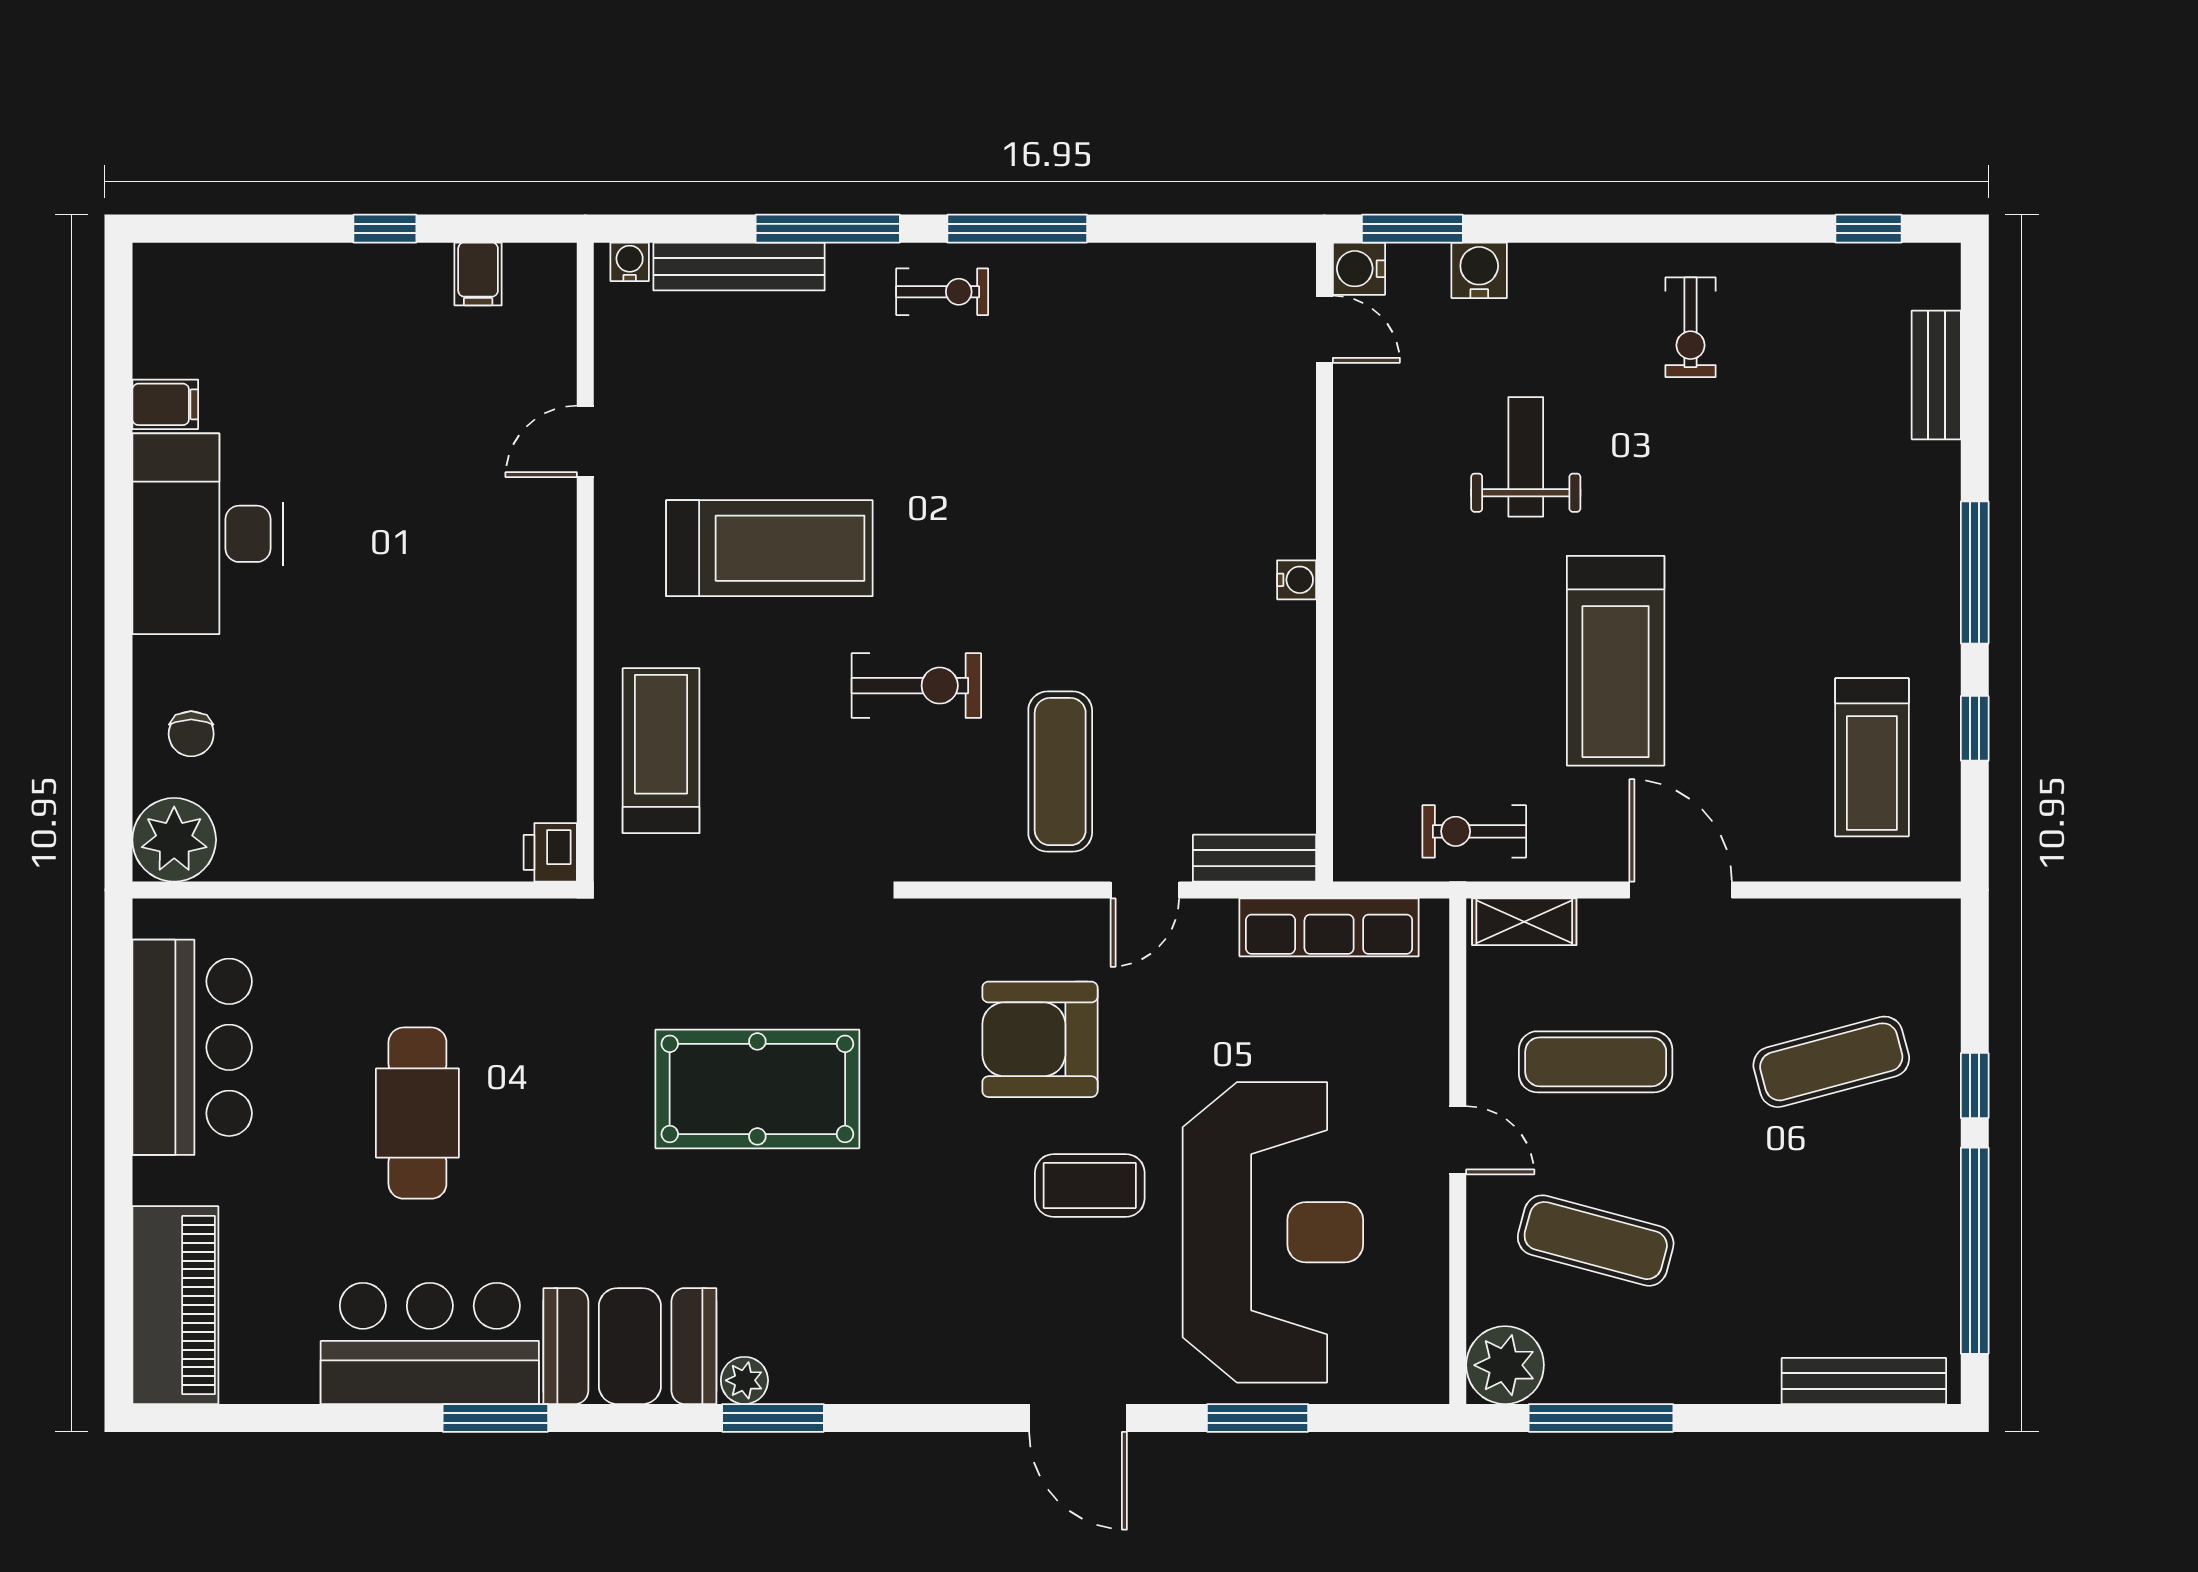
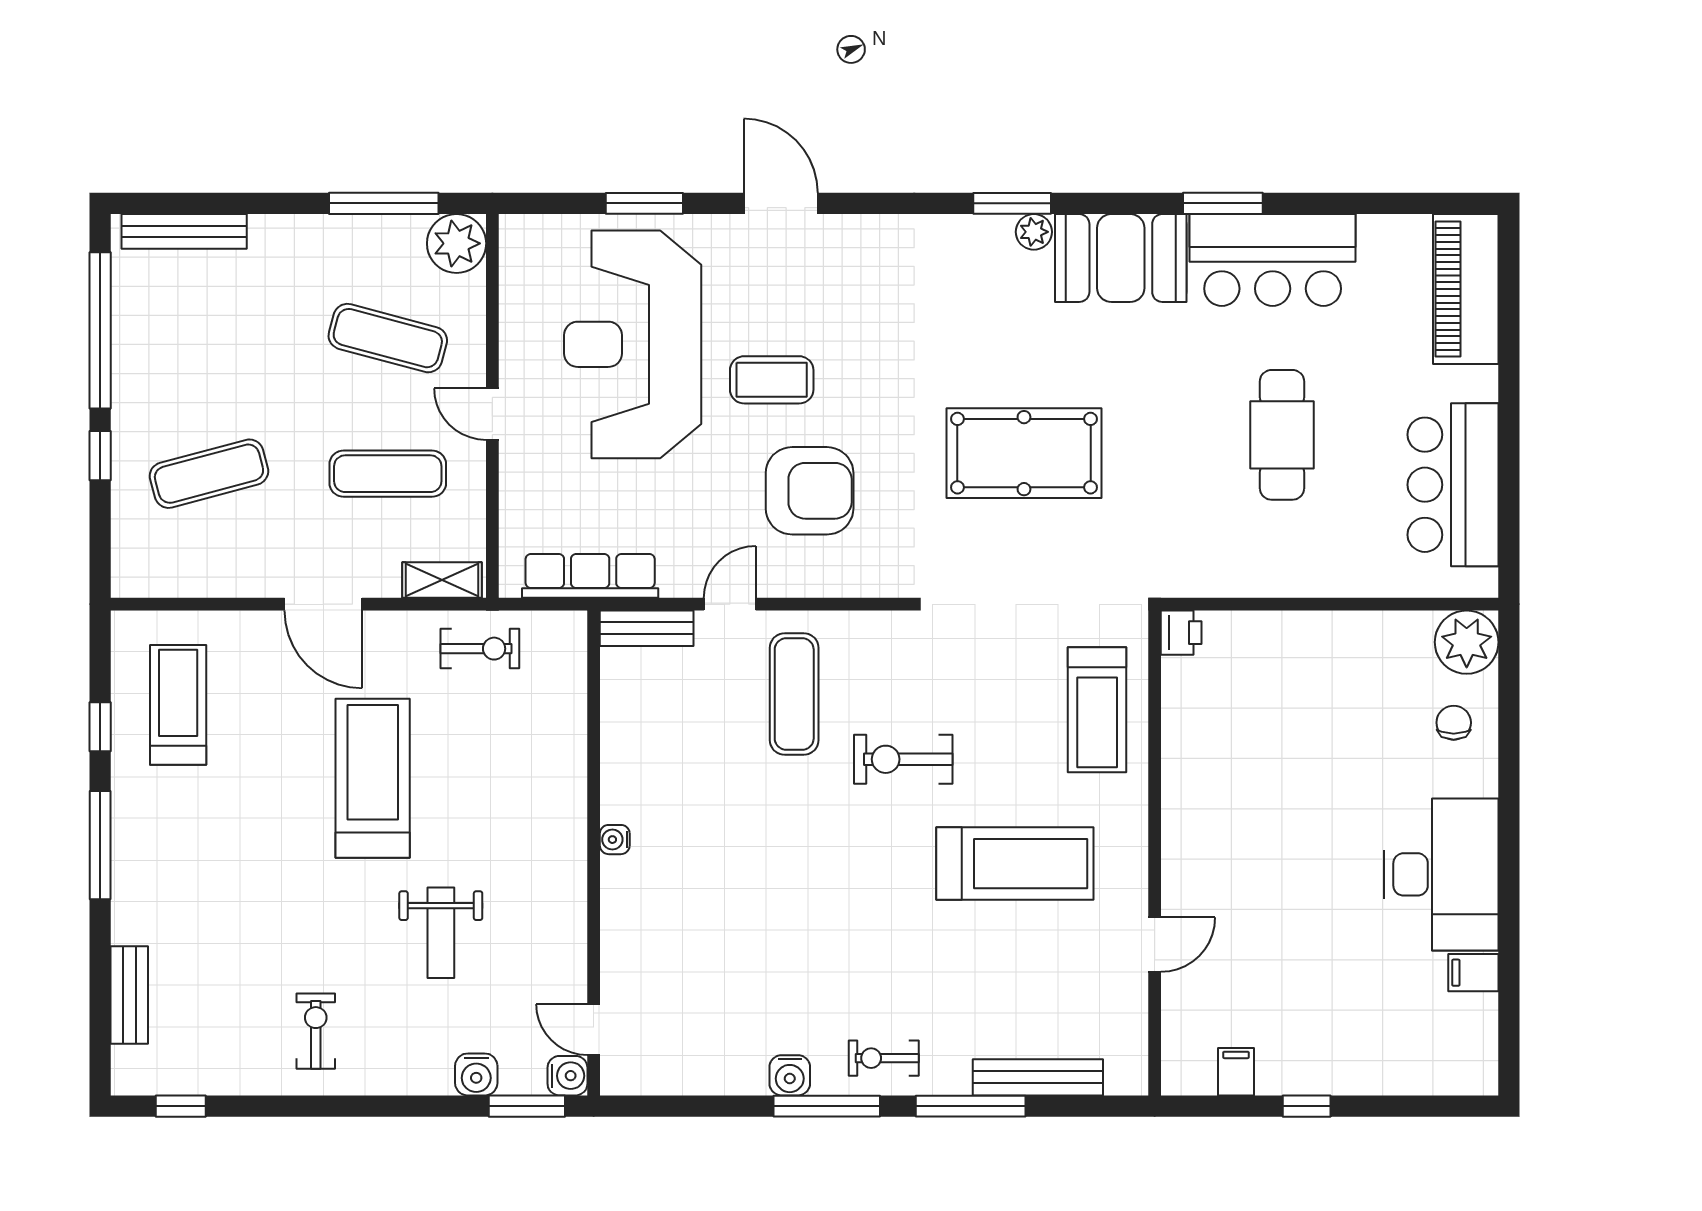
water cooler: (630, 262) -> (790, 1075), moved, width x1.38, depth x1.38
treadmill: (769, 548) -> (1015, 864), turned 180

